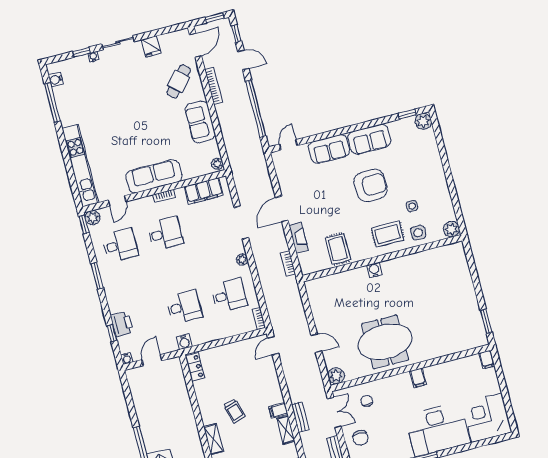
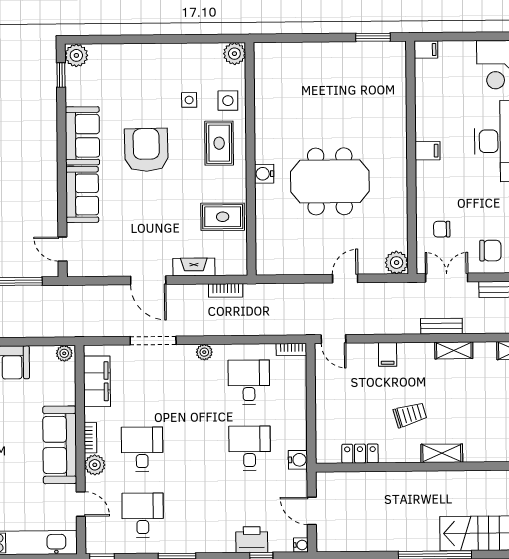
plant: (93, 218) -> (95, 465), moved
meeting table: (385, 342) -> (330, 181), moved, turned 90
locker: (195, 367) -> (360, 454), moved
filing cabinet: (278, 410) -> (388, 354), moved

